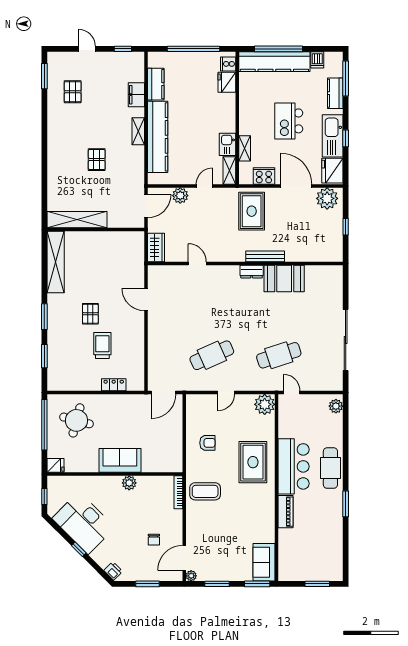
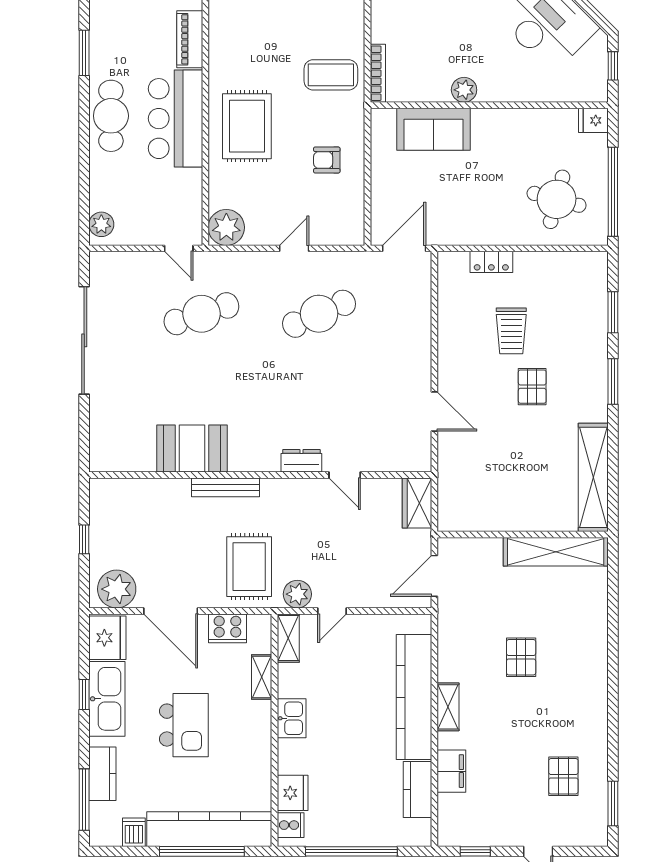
kitchen sink: (227, 144) -> (292, 718), moved
plant: (180, 196) -> (297, 594), moved
dresser: (252, 272) -> (301, 461), moved
sofa: (120, 460) -> (433, 129), moved

